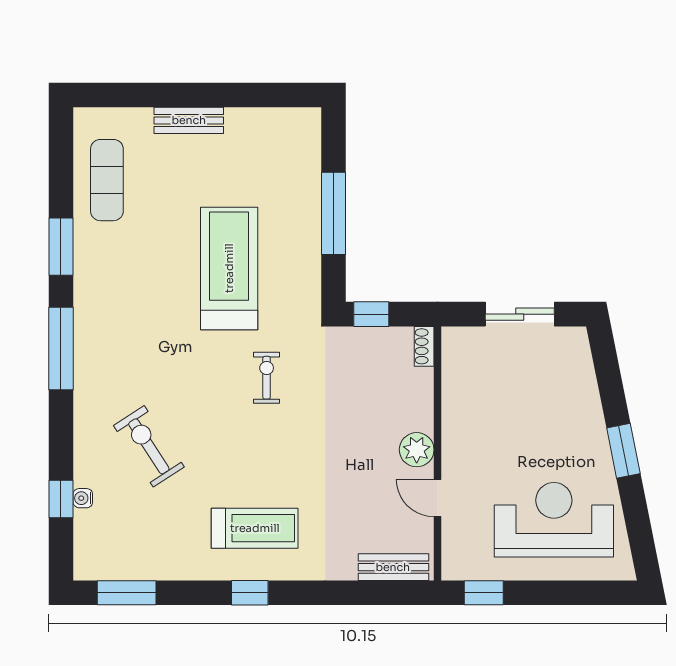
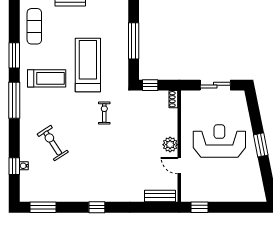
reception desk: (554, 520) -> (219, 141), moved
treadmill: (255, 528) -> (47, 78), moved

